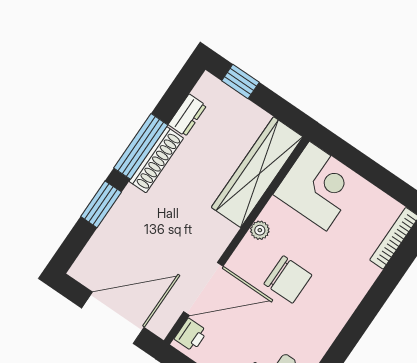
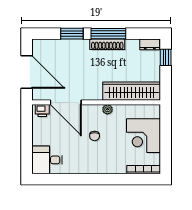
dresser: (187, 115) -> (150, 44), moved
corner desk: (318, 186) -> (143, 136), moved, turned 90
chair: (288, 279) -> (95, 136), width x0.54, depth x0.54

